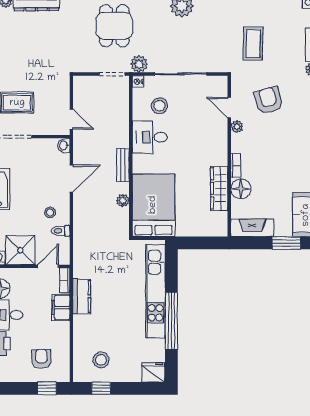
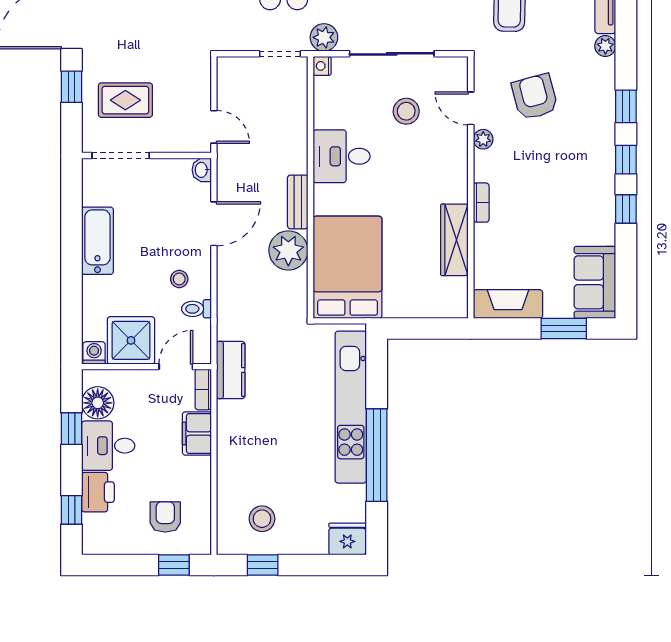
stool: (159, 106) -> (406, 111), moved
floor lamp: (241, 189) -> (490, 240), removed
plant: (123, 201) -> (288, 250), width x1.87, depth x1.87
kitchen counter: (82, 296) -> (231, 370), moved

